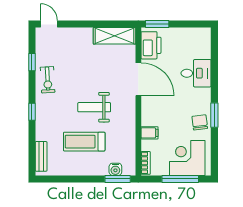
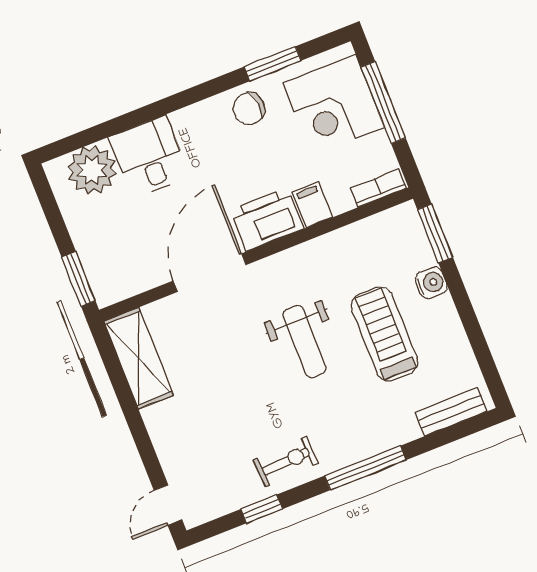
printer: (151, 45) -> (267, 219), moved
plant: (200, 47) -> (92, 170), added
window: (32, 112) -> (365, 468), width x2.17
window: (214, 115) -> (273, 64), moved
treadmill: (84, 142) -> (385, 334), turned 180
water cooler: (115, 169) -> (431, 283), moved

